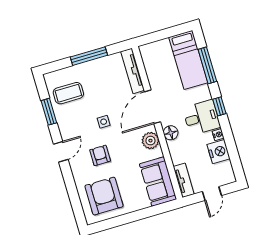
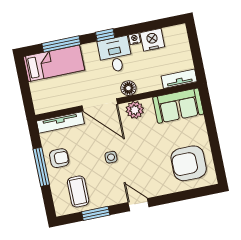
armchair: (100, 155) -> (59, 158), moved, turned 180
door: (212, 193) -> (195, 50), removed

